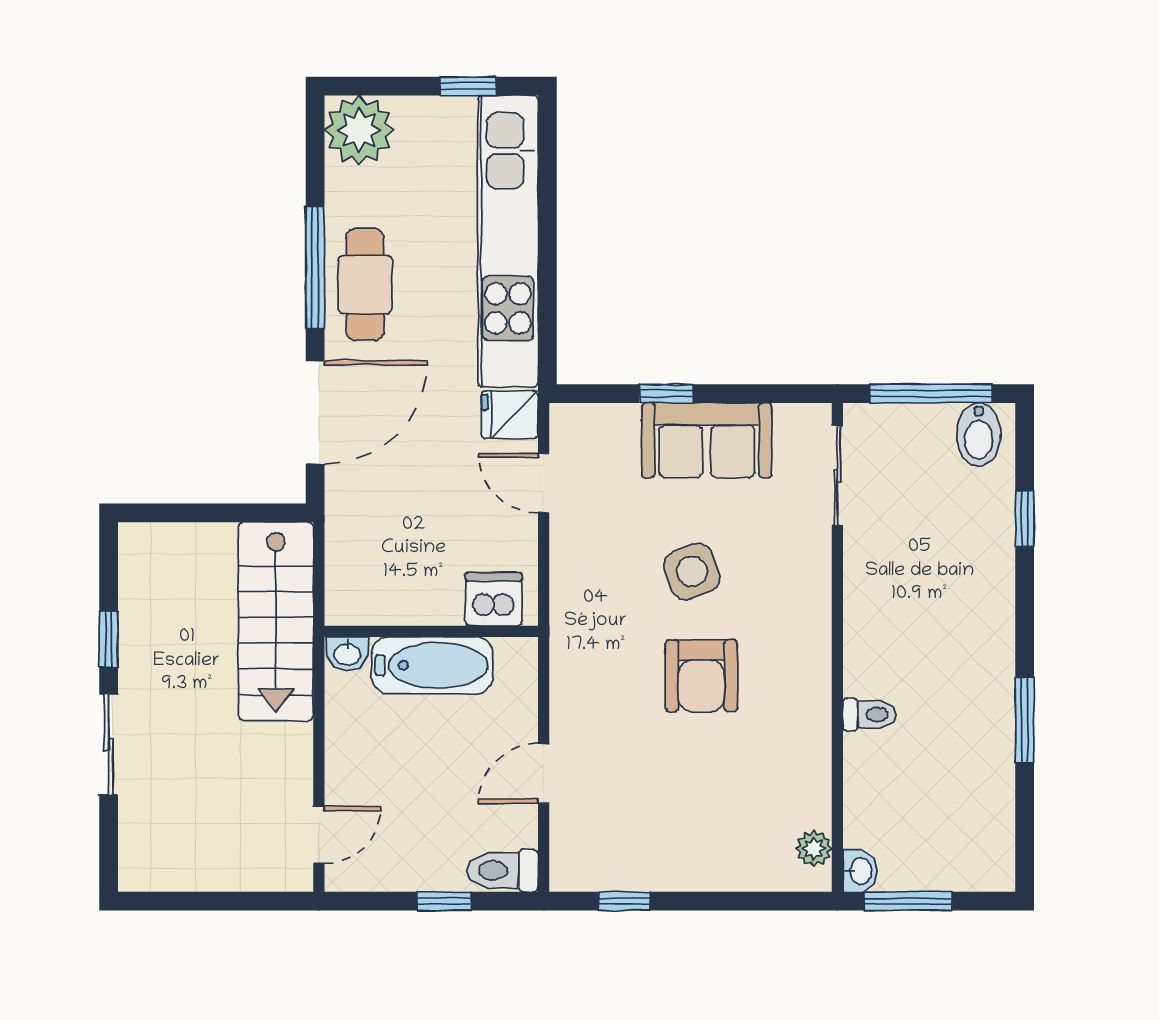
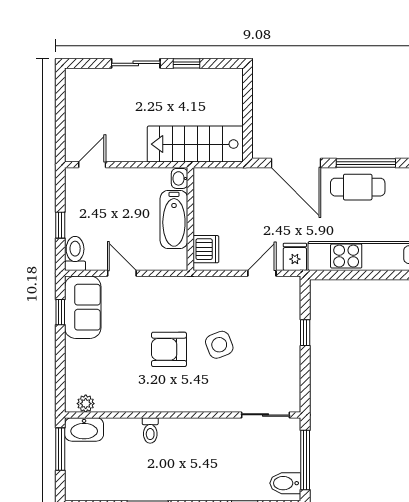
sofa: (707, 440) -> (83, 307), moved, turned 180
door: (319, 835) -> (92, 165), swing flipped
washbasin: (860, 871) -> (84, 429), width x1.91, depth x1.45

